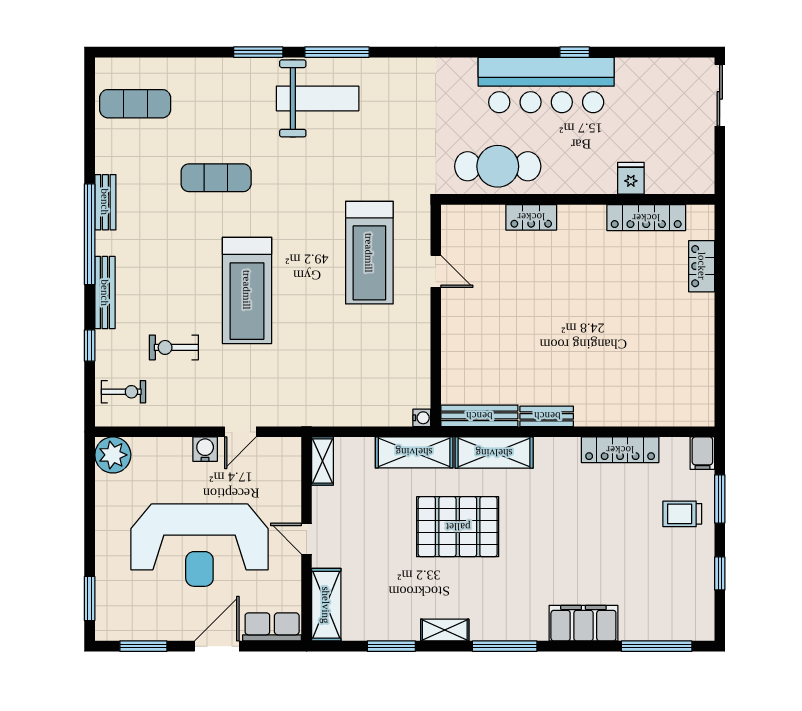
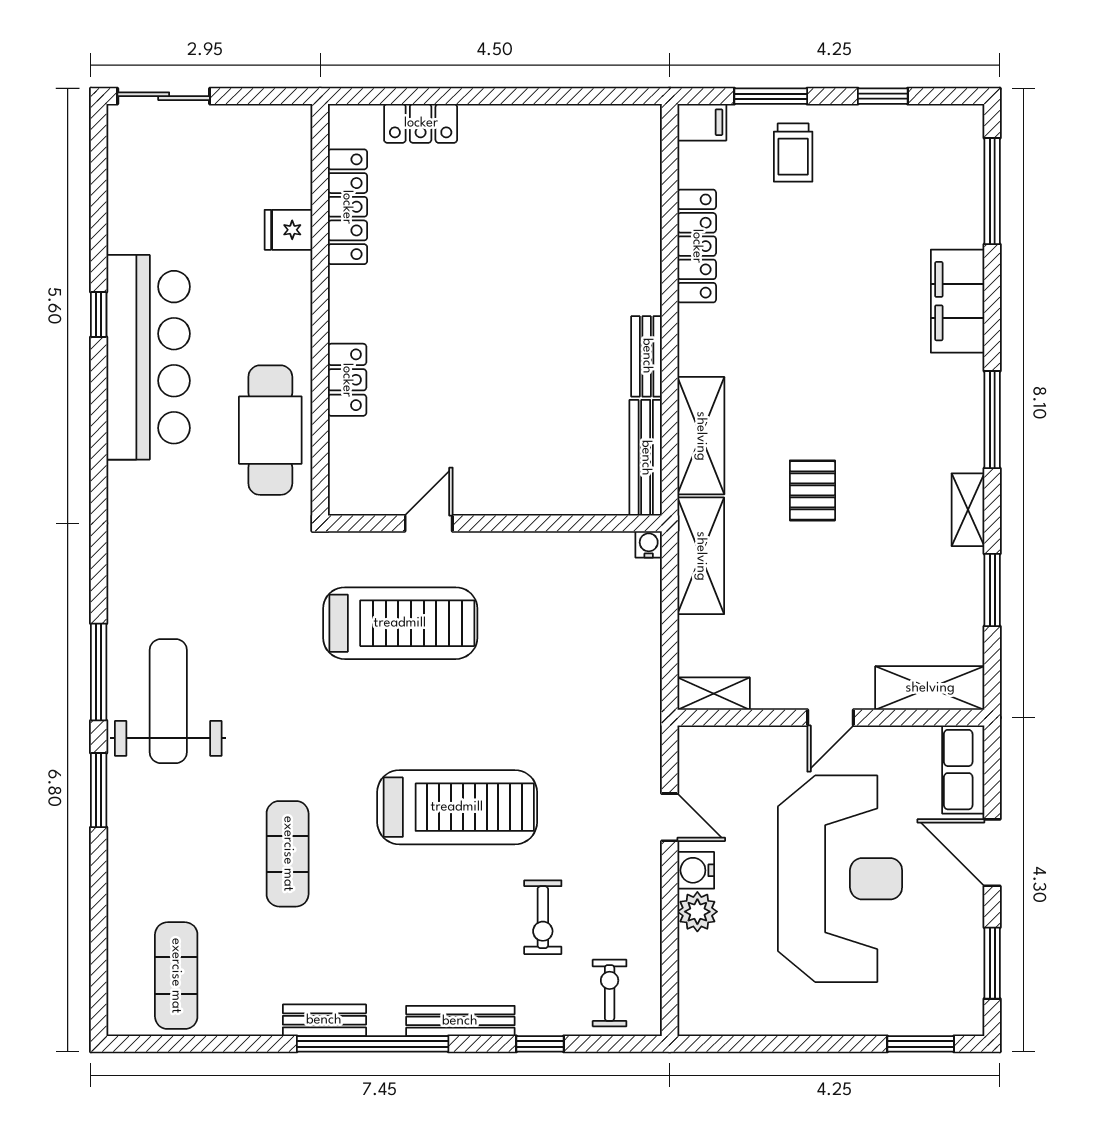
plant: (113, 455) -> (697, 912), moved, width x0.73, depth x0.73
pallet: (458, 527) -> (812, 490), width x0.49, depth x0.50

